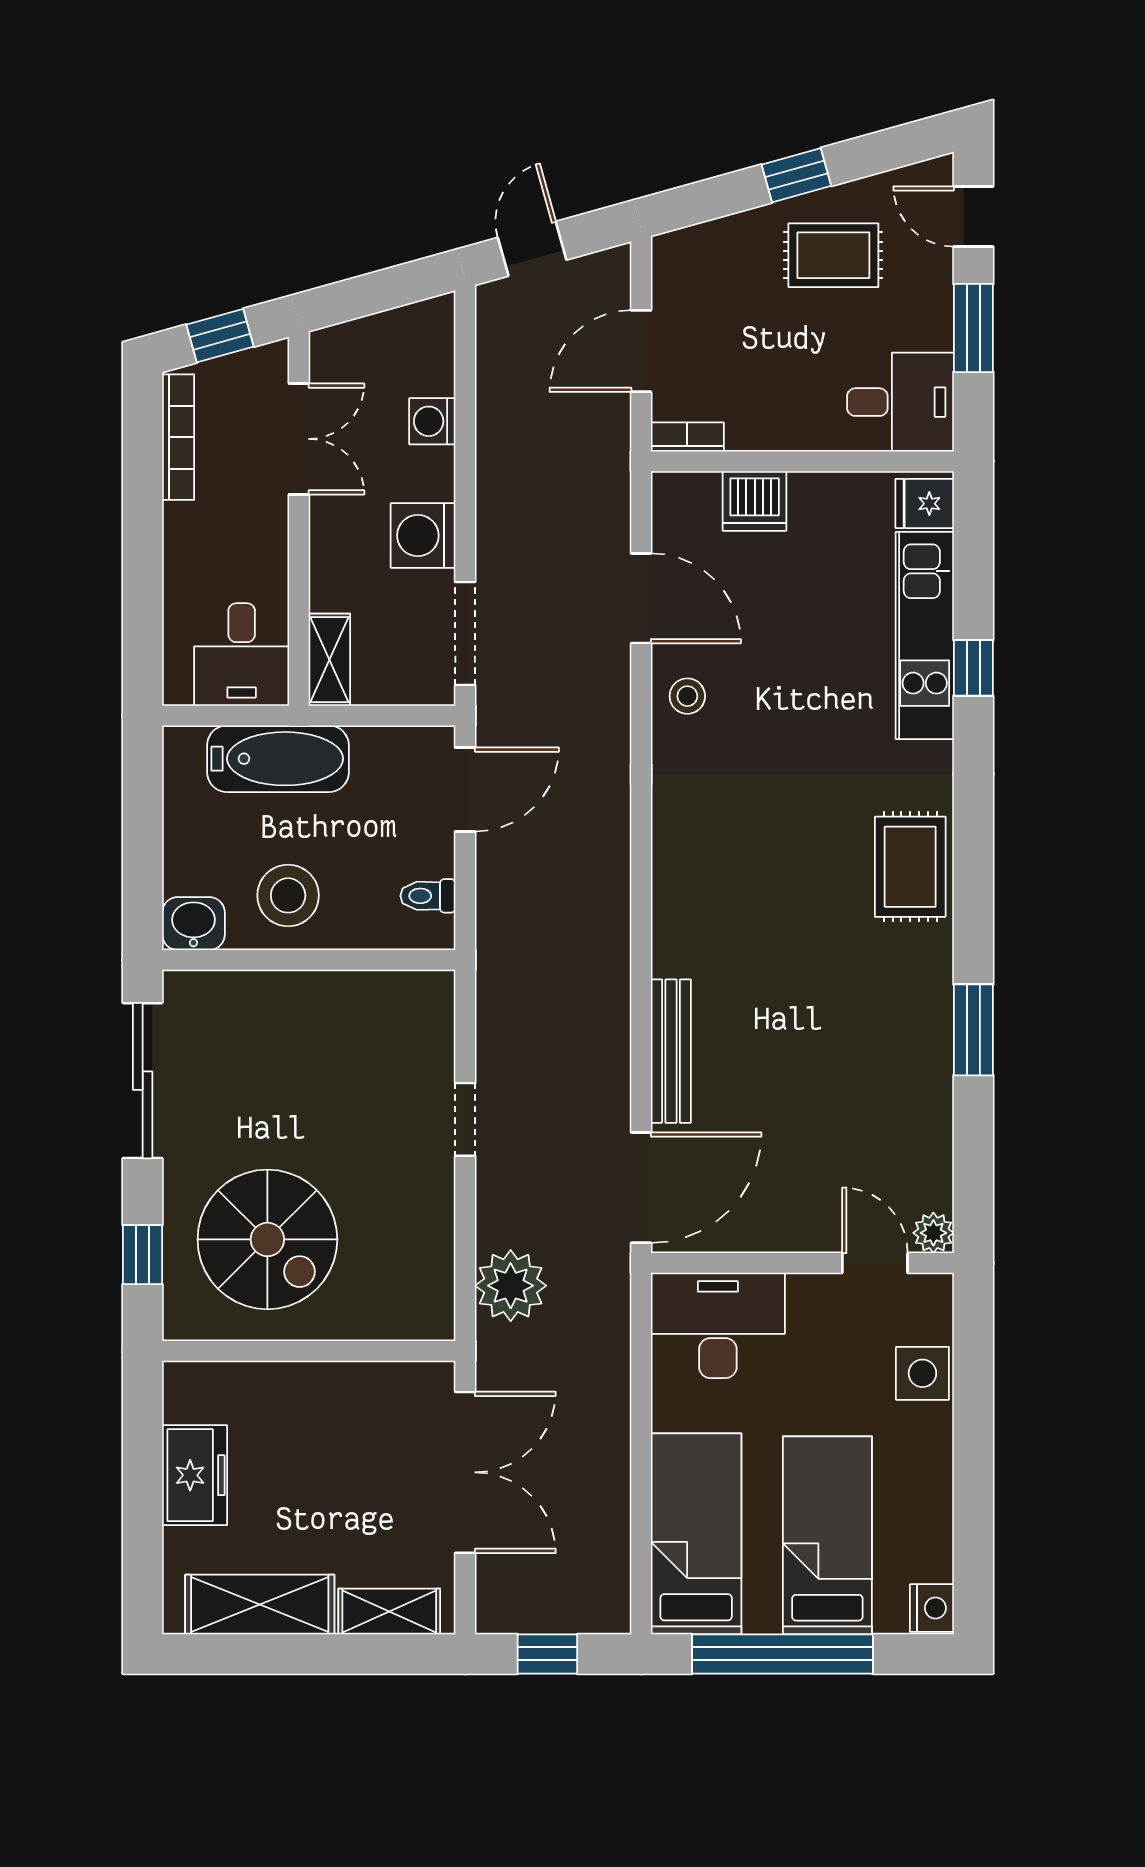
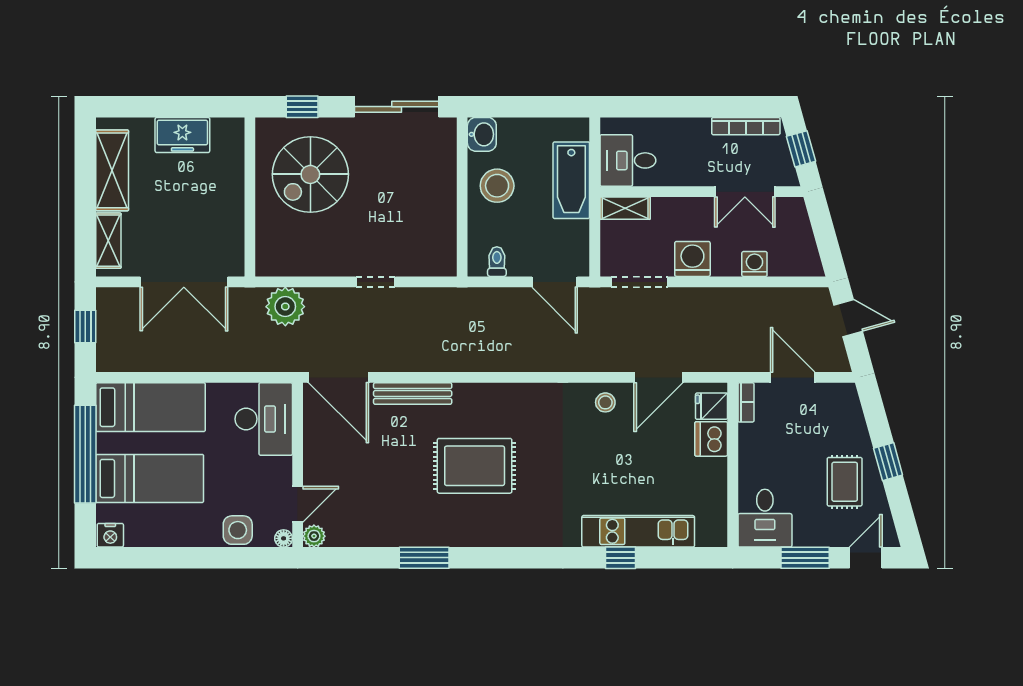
fridge: (925, 504) -> (712, 406), moved, turned -90
rug: (910, 867) -> (475, 466), moved, width x1.36, depth x1.43
floor lamp: (938, 1289) -> (284, 538), added

